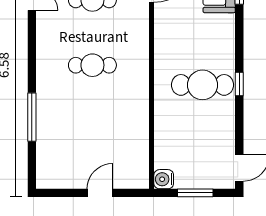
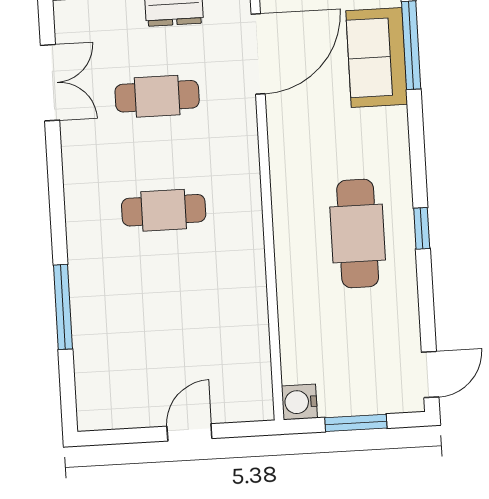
cafe table: (203, 85) -> (358, 233), turned 90

